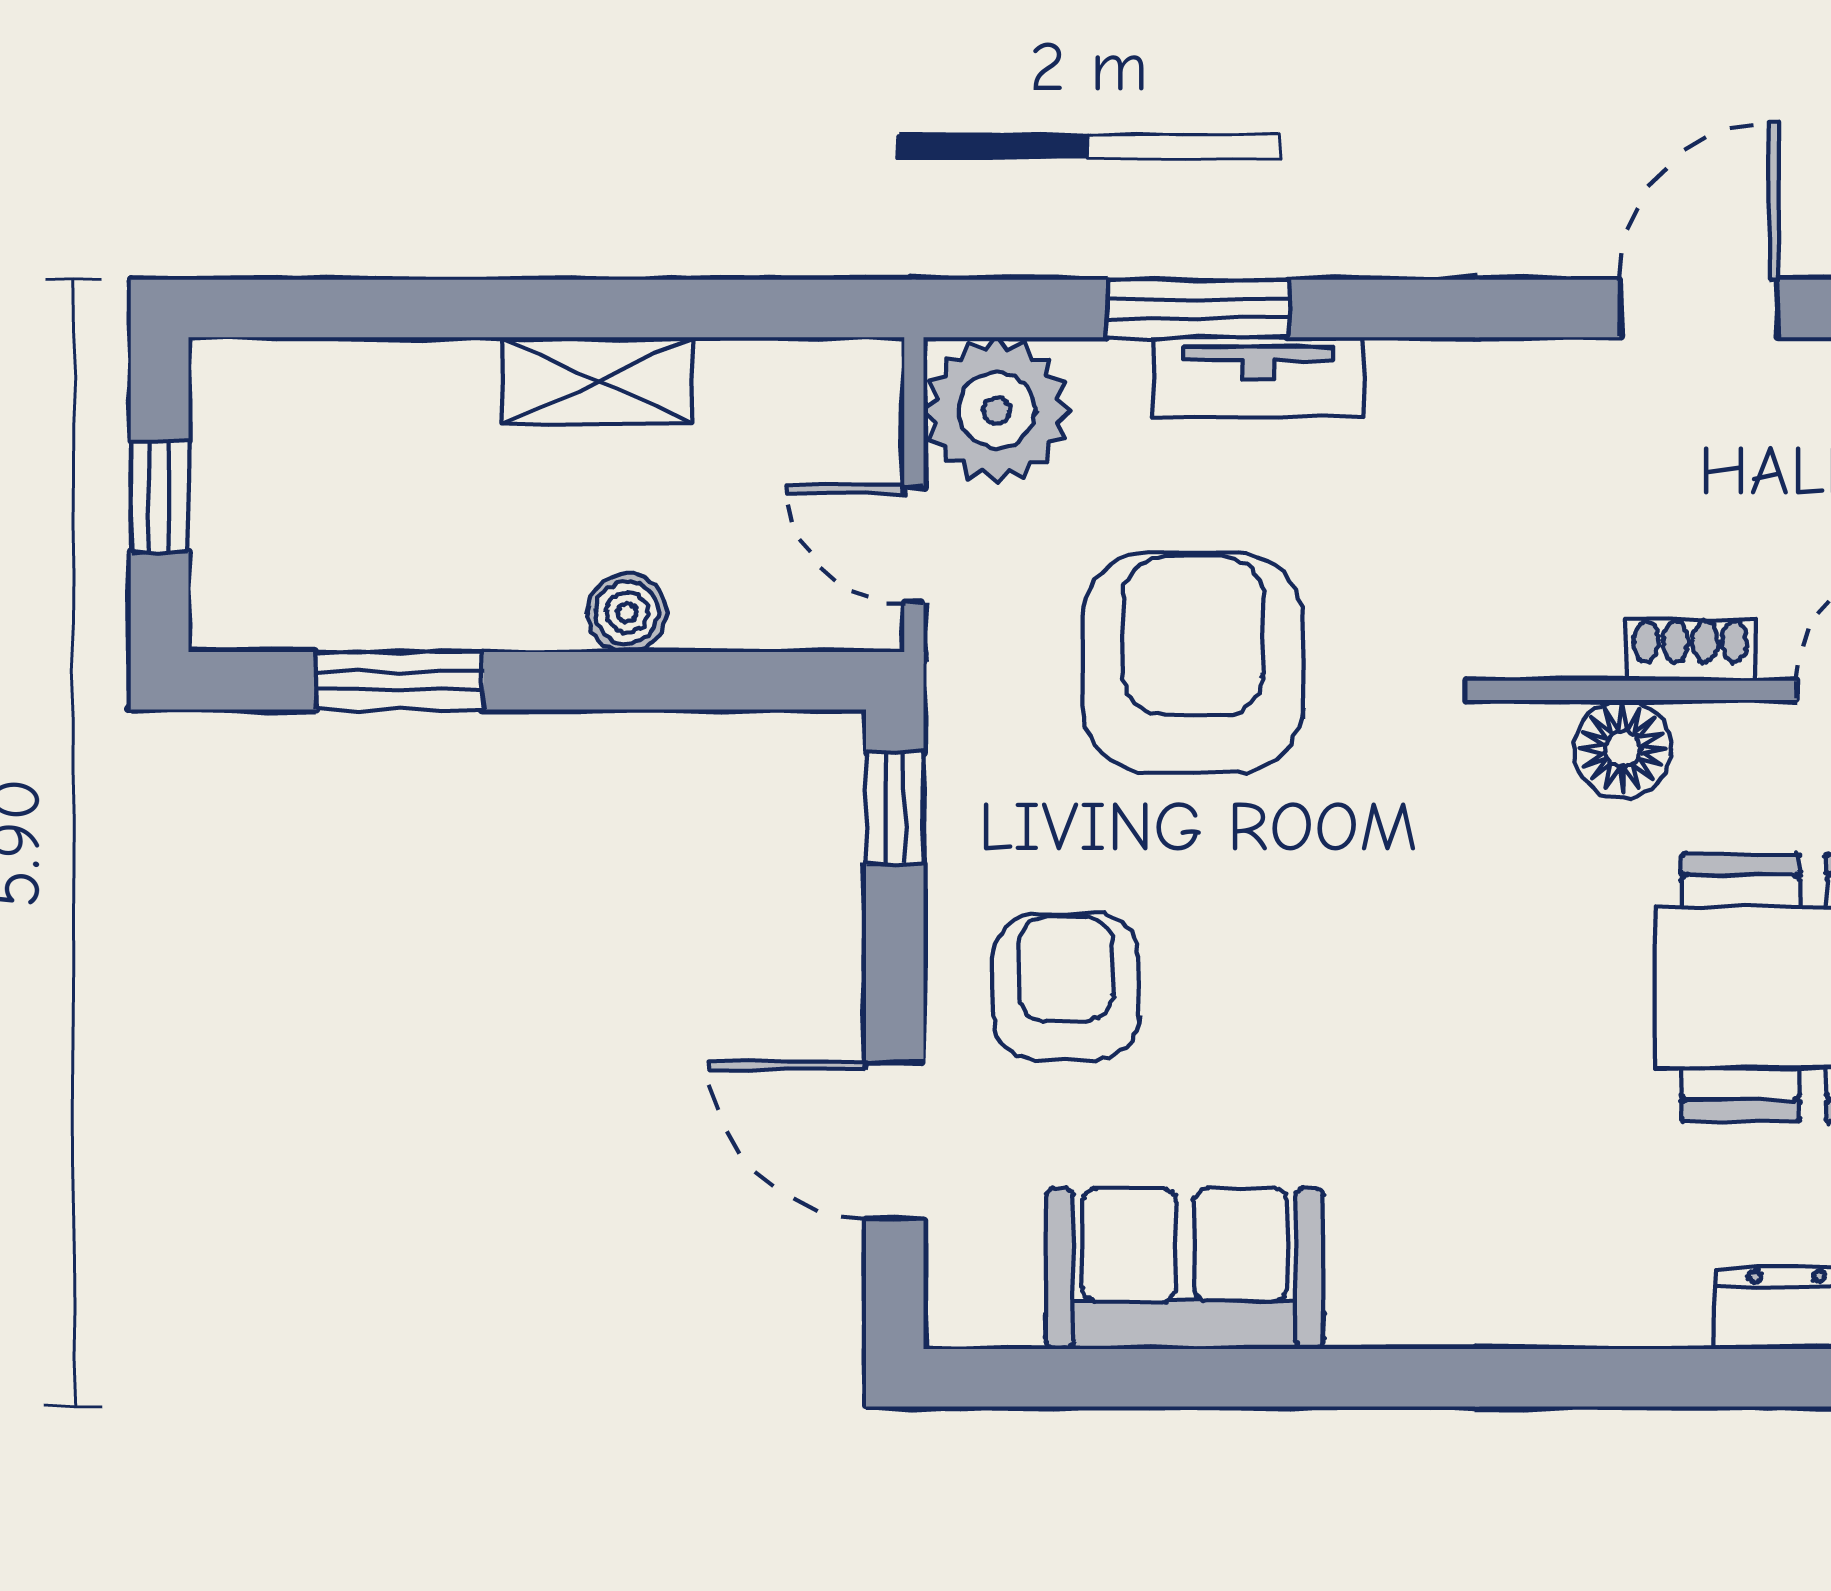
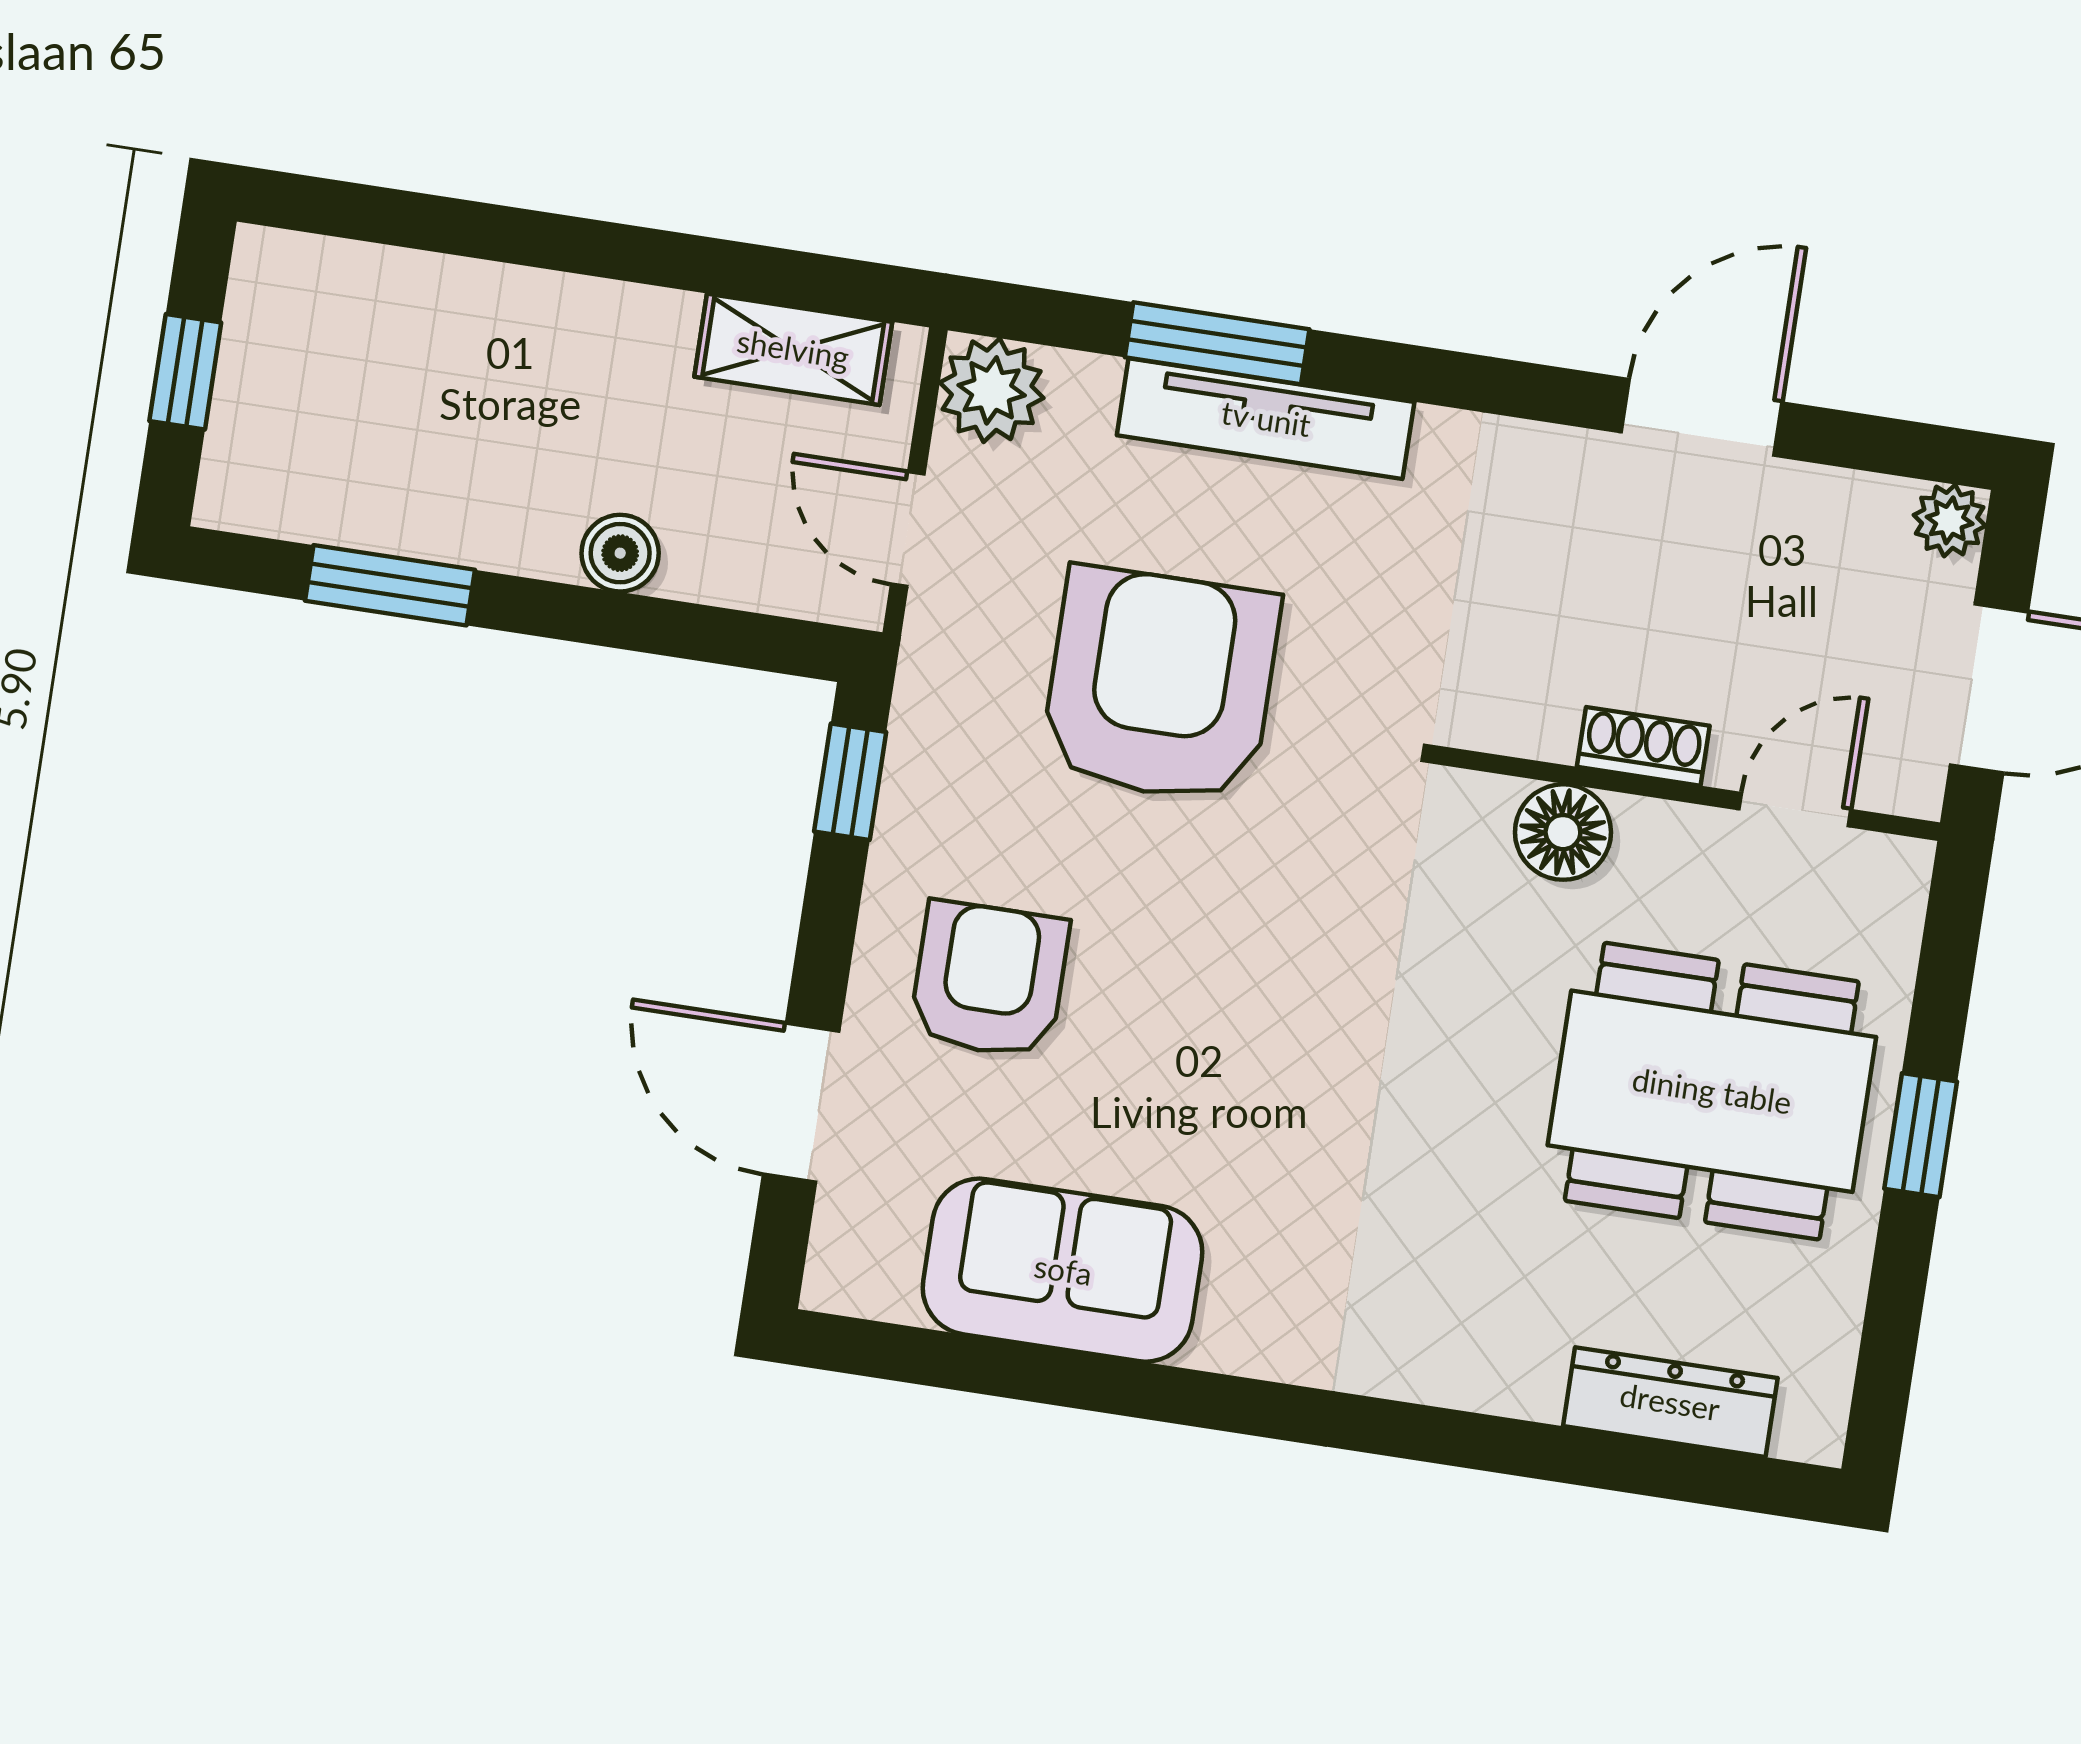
tv unit: (1258, 377) -> (1266, 419), width x1.41
shelving: (597, 380) -> (793, 349), moved
plant: (997, 410) -> (992, 390), width x0.73, depth x0.73

